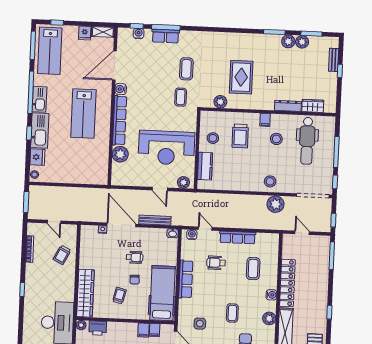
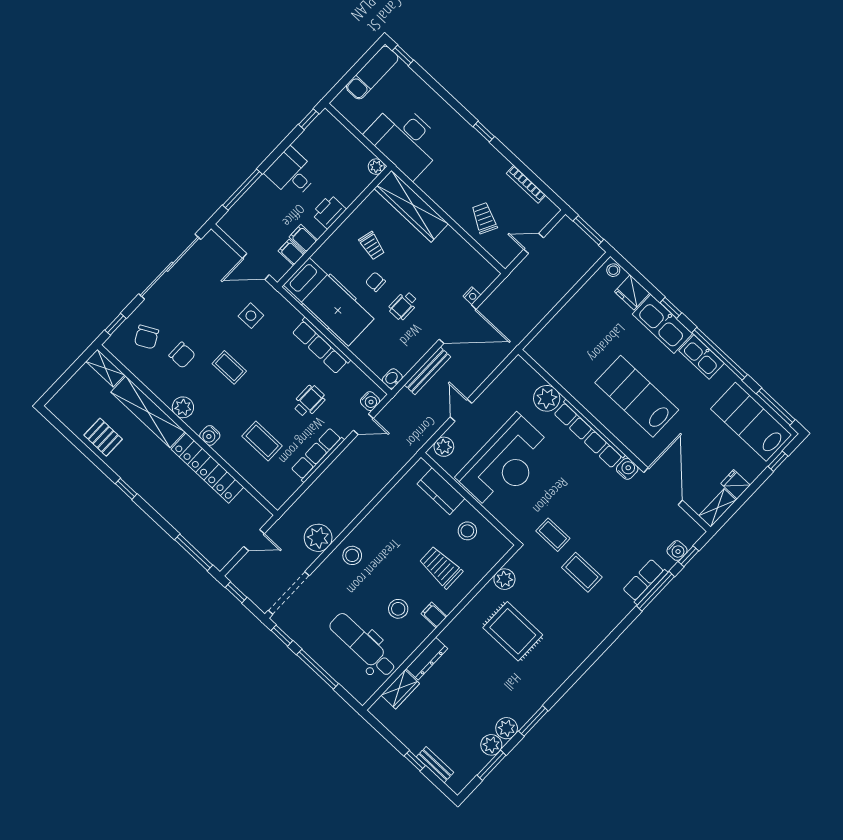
reception desk: (166, 148) -> (505, 463), turned 180
door: (160, 189) -> (461, 410), hinge flipped
printer: (98, 328) -> (329, 212), moved

